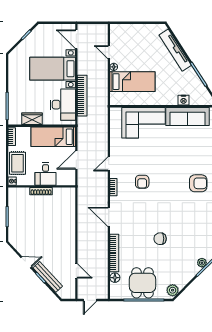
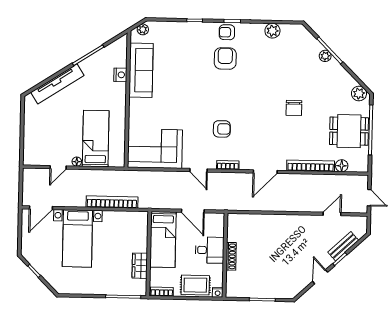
desk: (63, 105) -> (123, 227), removed
corner sofa: (143, 123) -> (155, 149), moved, turned -90
bench: (48, 277) -> (343, 246), width x0.73

